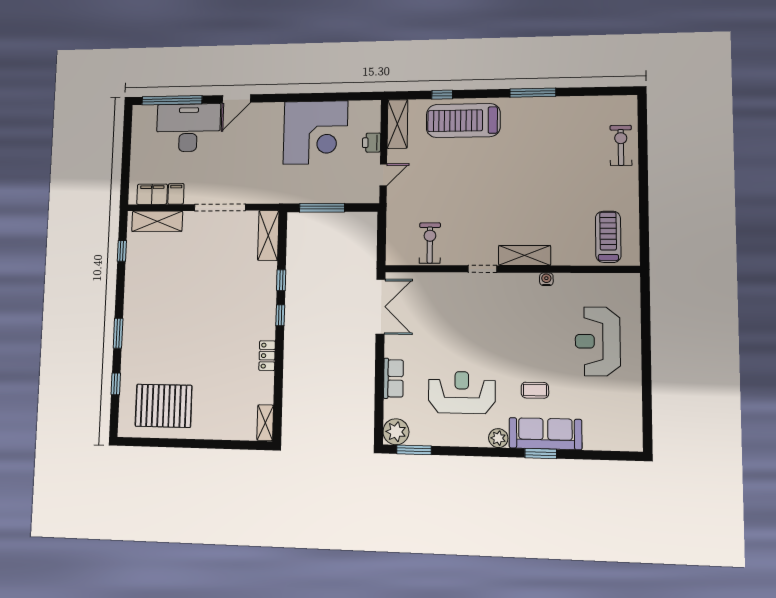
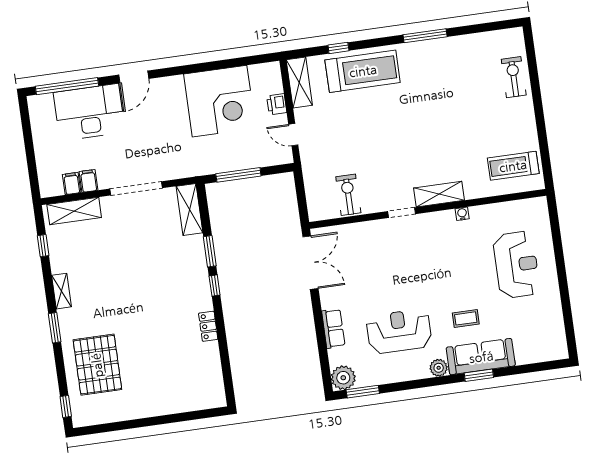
treadmill: (463, 121) -> (363, 71), turned 180
door: (383, 175) -> (293, 135), swing flipped
filing cabinet: (152, 194) -> (72, 184), width x0.50
treadmill: (608, 237) -> (513, 166), turned -90
window: (281, 280) -> (210, 251), width x1.50
reception desk: (598, 341) -> (516, 265), turned 180
window: (116, 384) -> (66, 406), moved
pallet: (164, 406) -> (97, 365), moved, turned 90
shelving: (265, 423) -> (62, 291), moved

